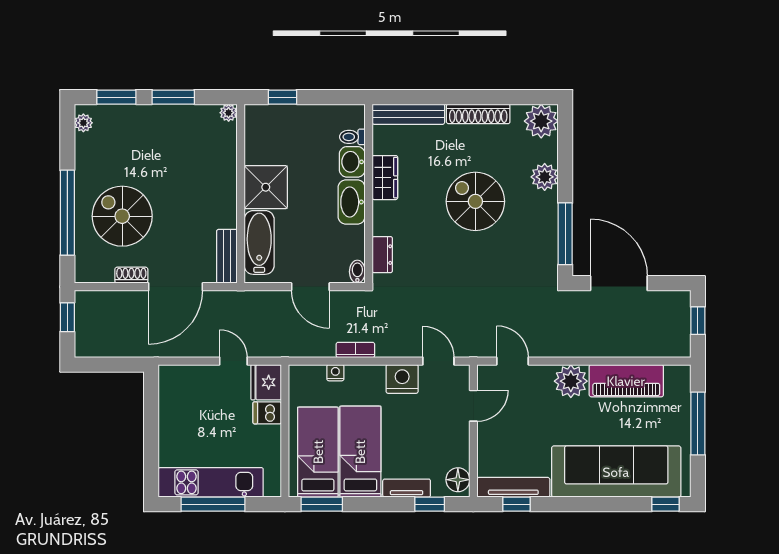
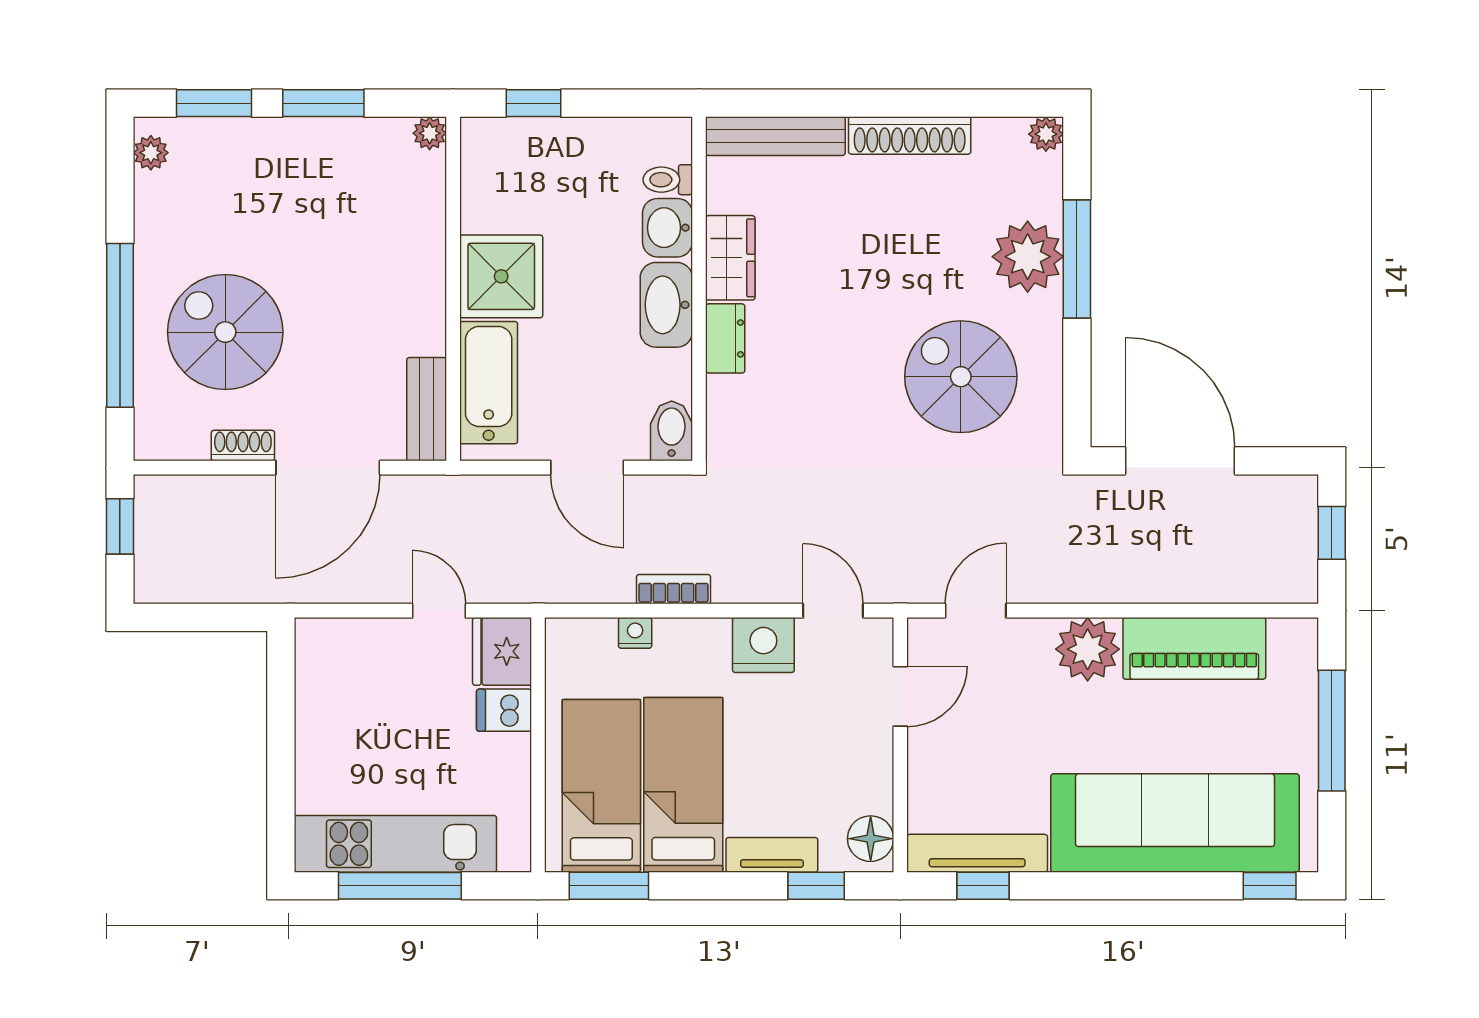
plant: (541, 121) -> (1046, 134), width x0.53, depth x0.53
plant: (545, 177) -> (1028, 257), width x1.36, depth x1.36
spiral stairs: (475, 201) -> (961, 377), moved
window: (565, 234) -> (1077, 259), moved
dresser: (382, 255) -> (725, 338), moved
bidet: (357, 272) -> (672, 431), width x1.38, depth x1.36
door: (513, 361) -> (976, 611), hinge flipped

